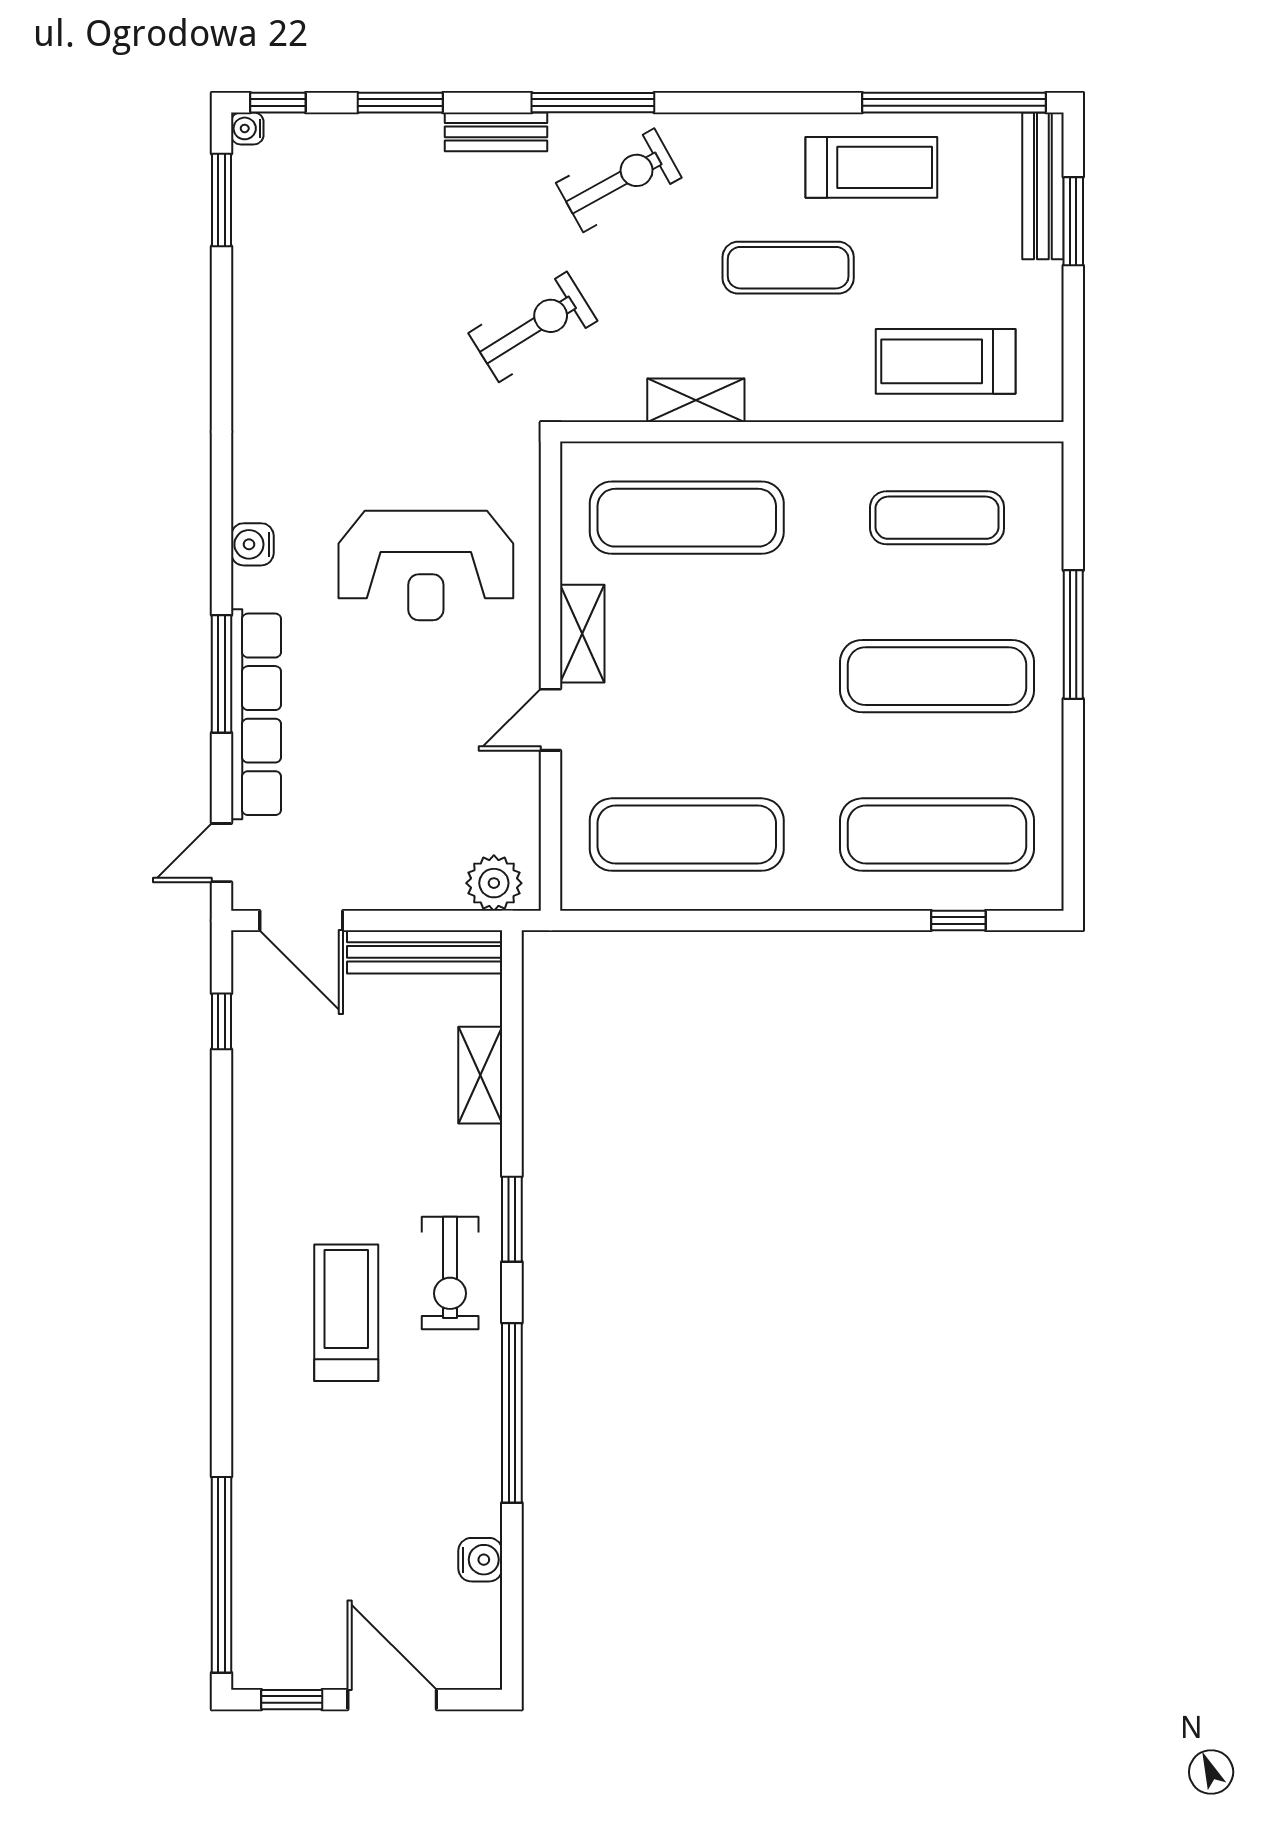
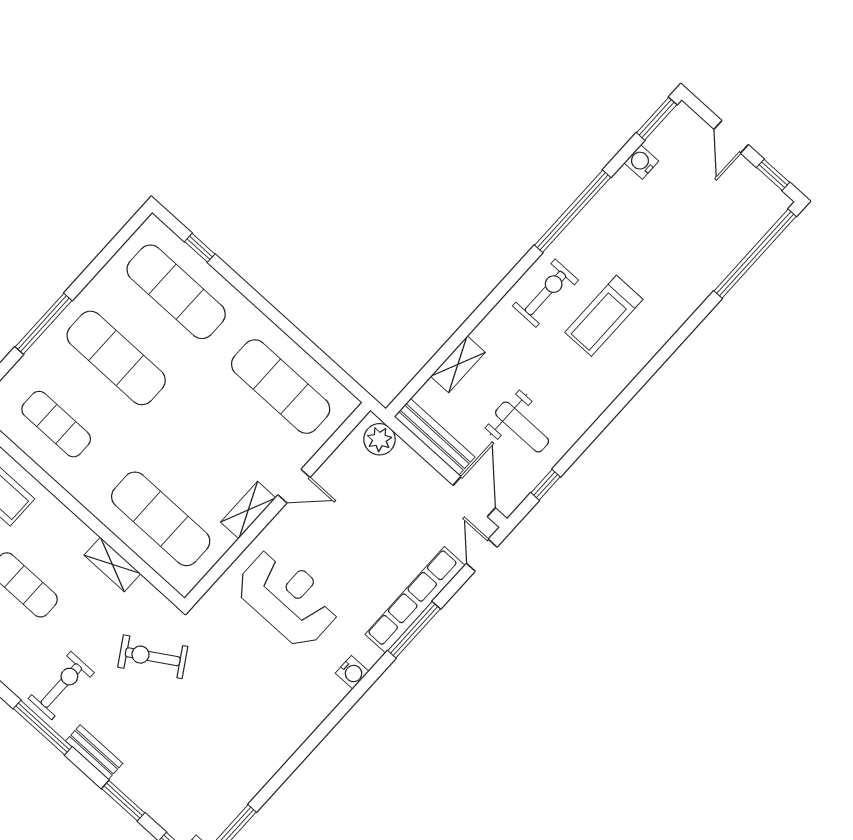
exercise bike: (619, 180) -> (61, 685), turned 119
door: (221, 853) -> (482, 555), swing flipped
weight bench: (321, 1069) -> (522, 427), added
window: (512, 1219) -> (657, 119), moved
door: (392, 1700) -> (731, 137), width x0.73

